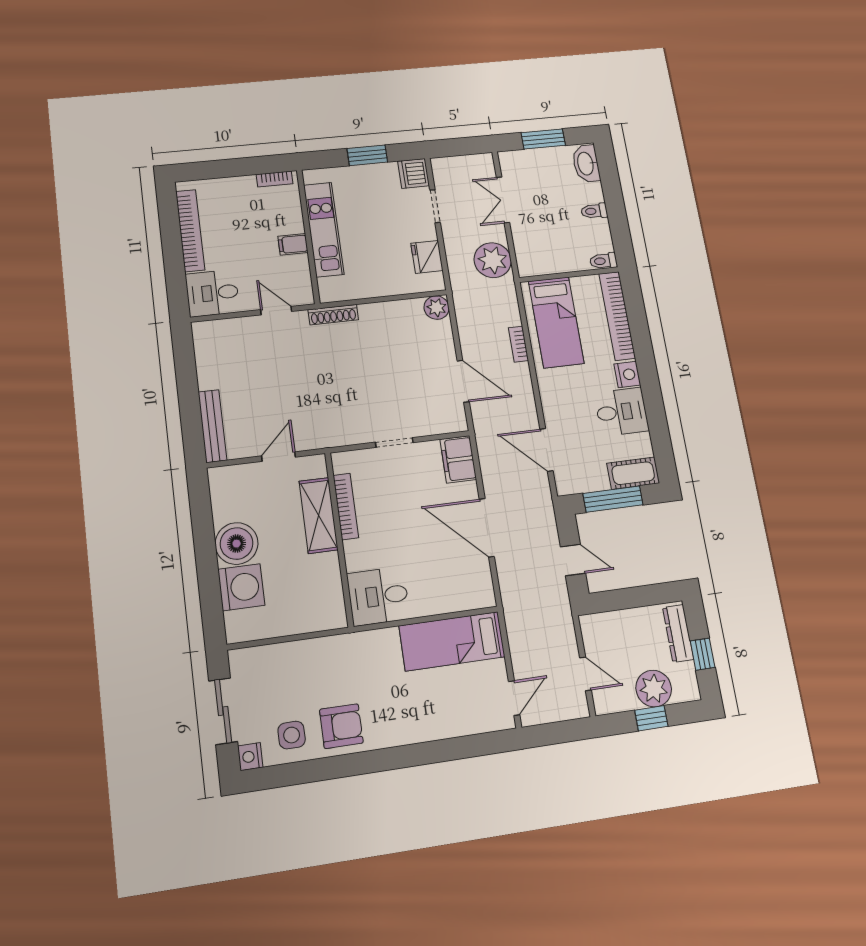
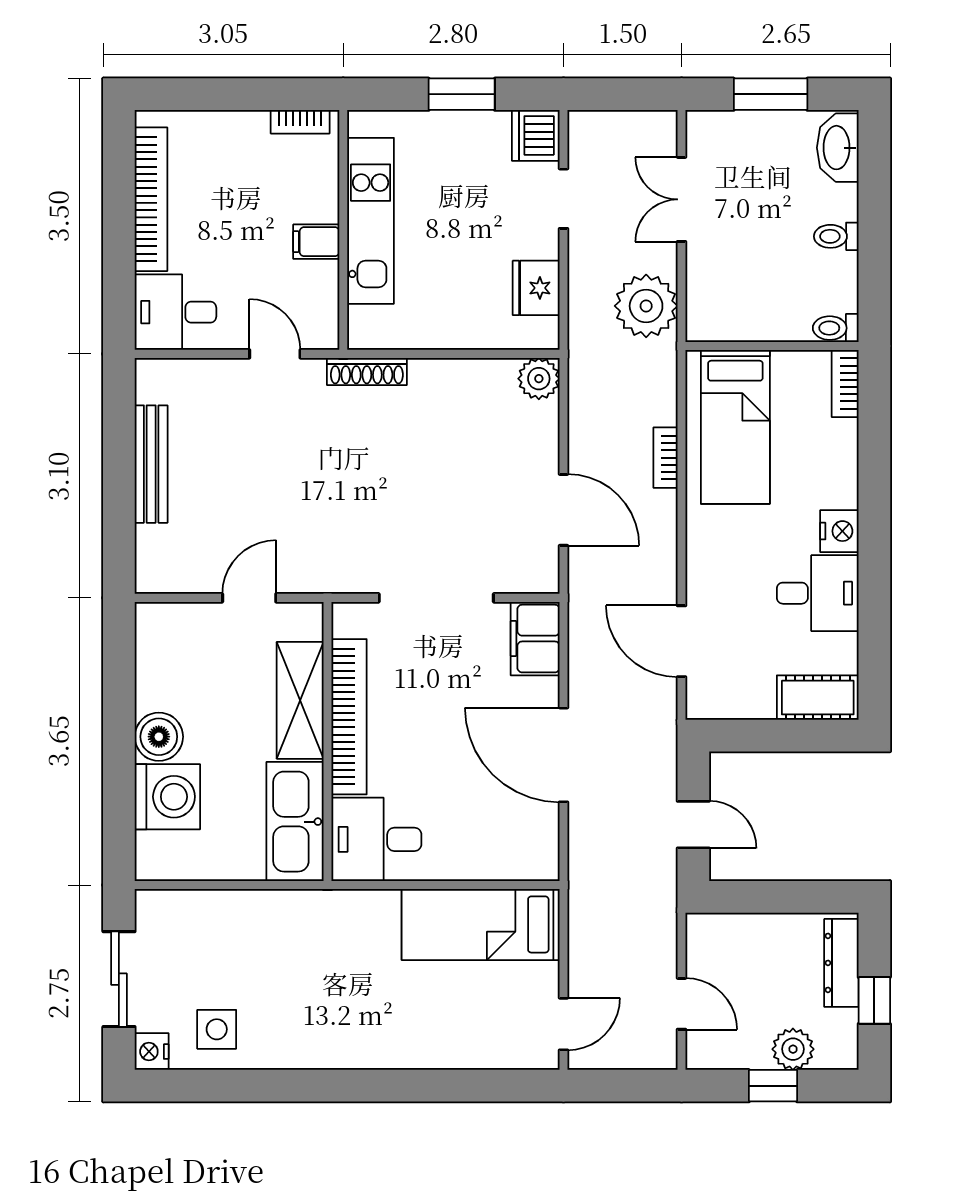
bookcase: (617, 316) -> (845, 384), width x0.43, depth x0.76
bench: (212, 426) -> (151, 464), moved
doorway: (394, 442) -> (436, 598), width x1.87
window: (613, 499) -> (776, 736), removed
bookcase: (346, 506) -> (349, 717), width x1.48, depth x1.31
boiler: (237, 544) -> (159, 737), width x0.73, depth x0.73
kitchen sink: (325, 592) -> (295, 822), added
plant: (654, 689) -> (793, 1049), width x0.73, depth x0.73
armchair: (341, 726) -> (293, 1027), removed

